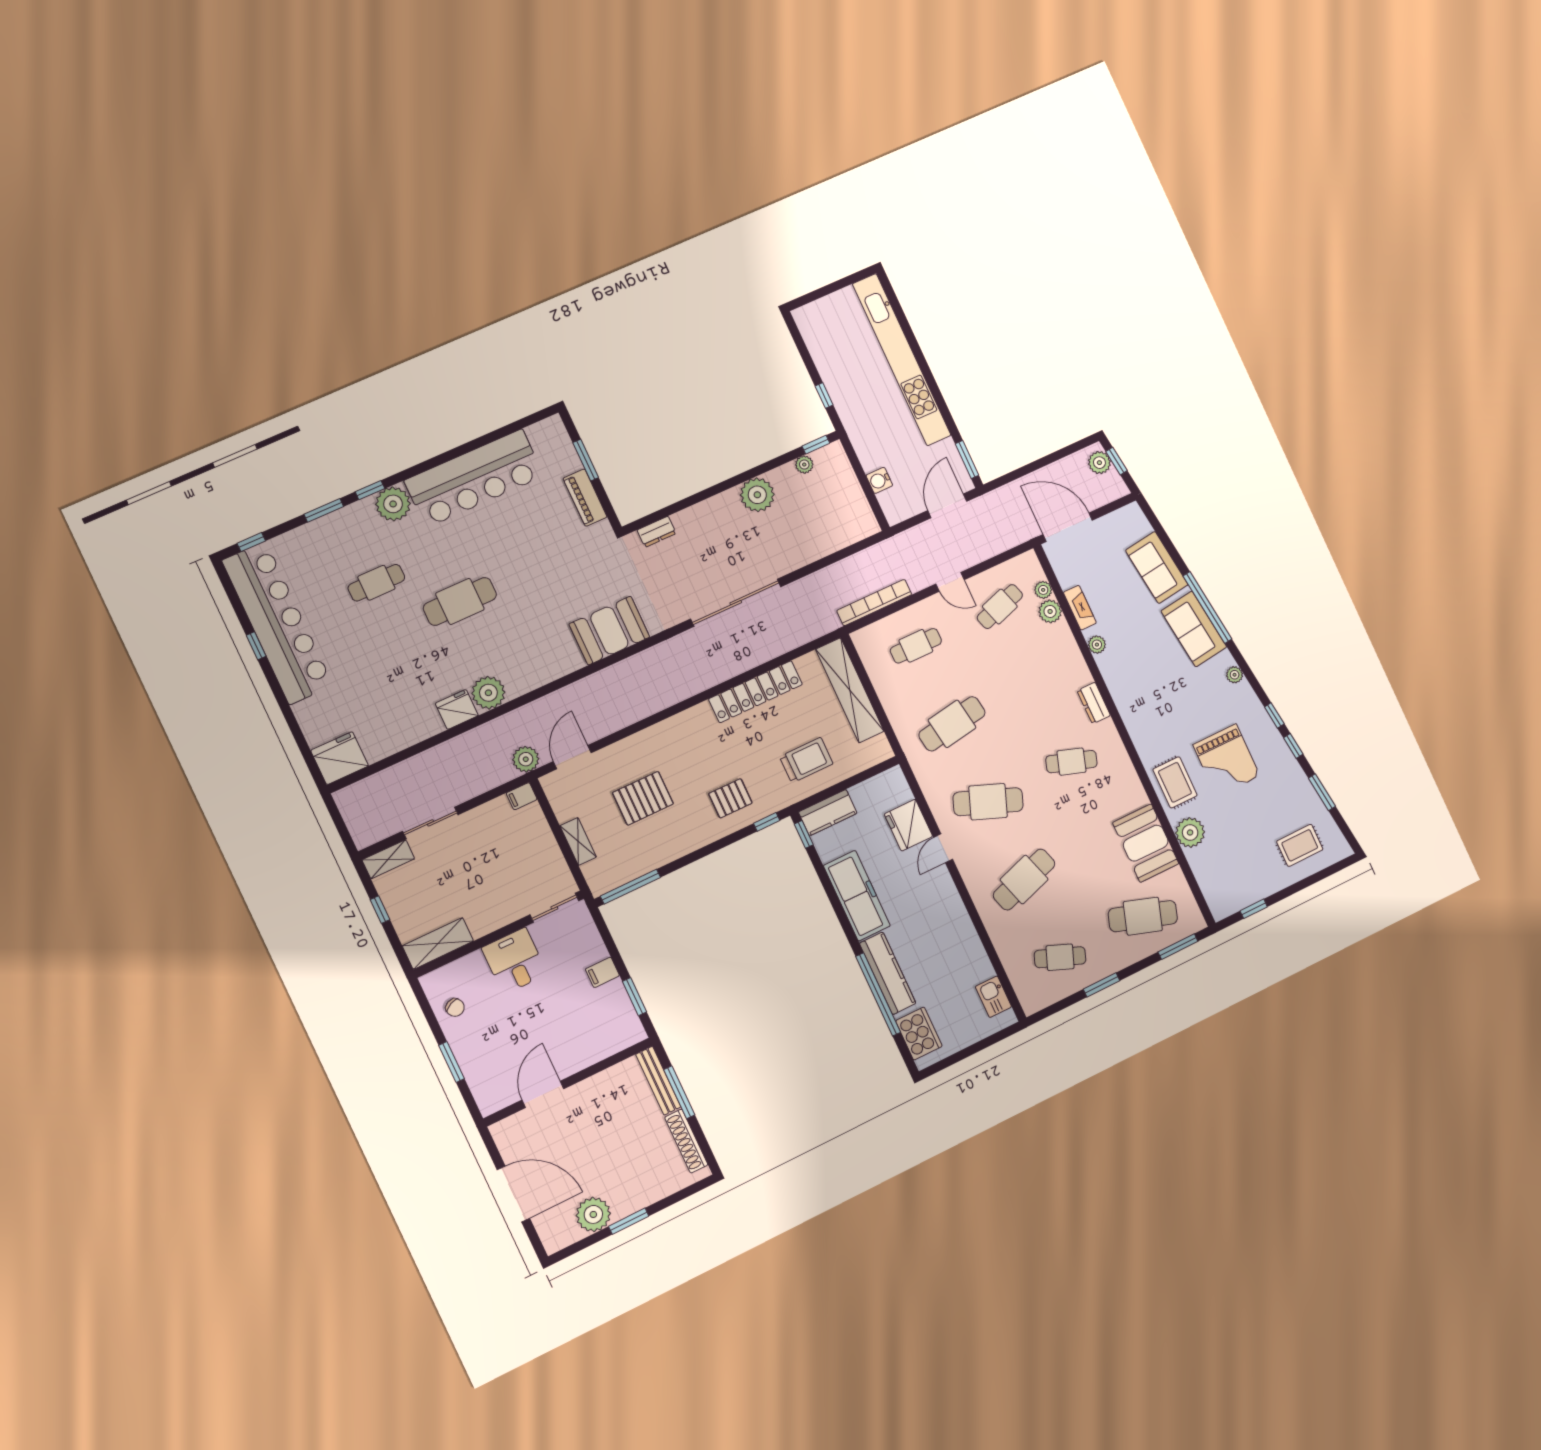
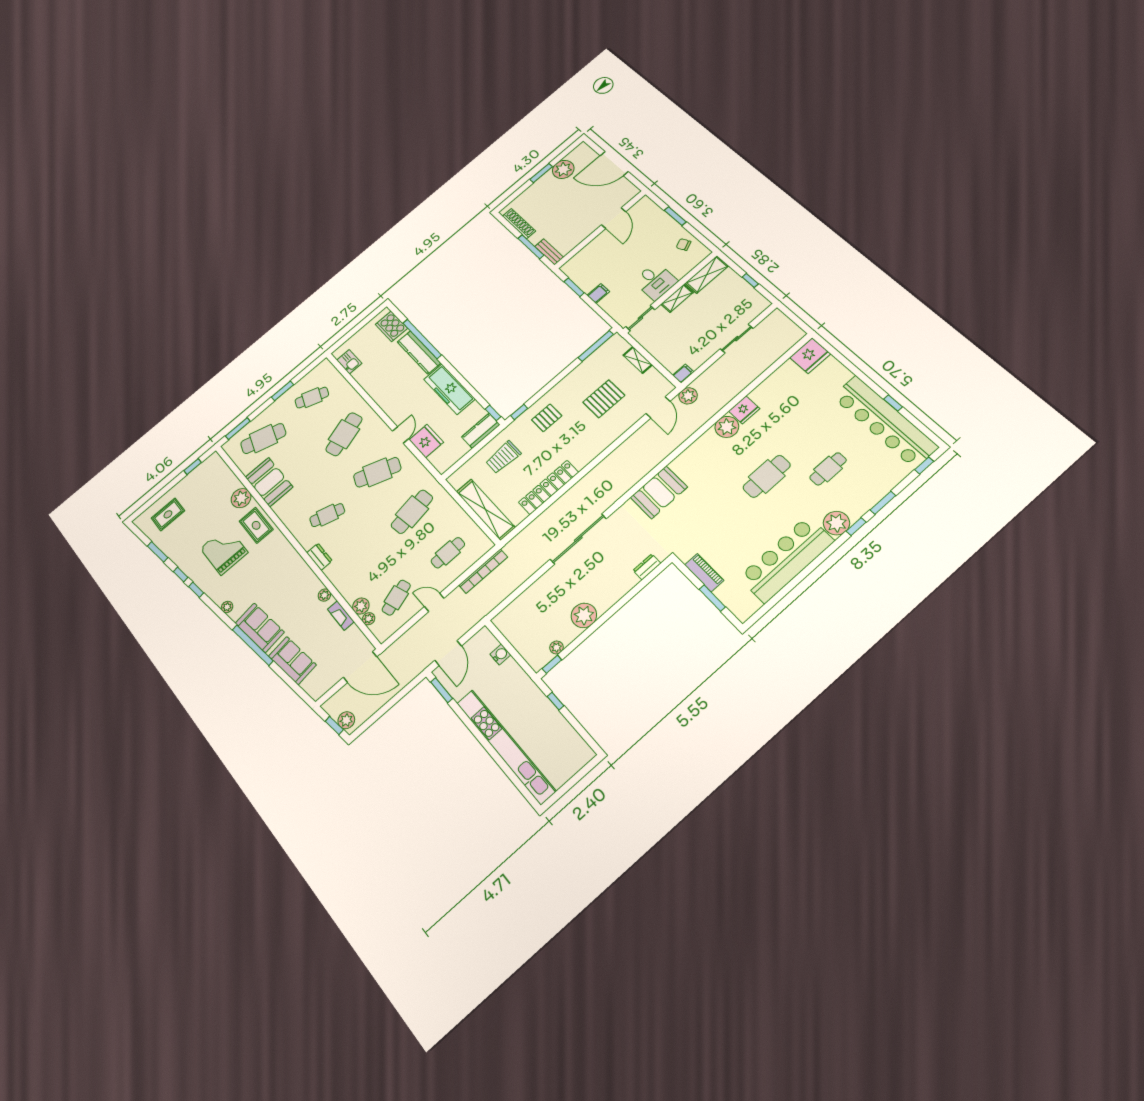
shelving: (388, 859) -> (677, 298), moved
bench: (658, 1081) -> (549, 252), width x0.73

